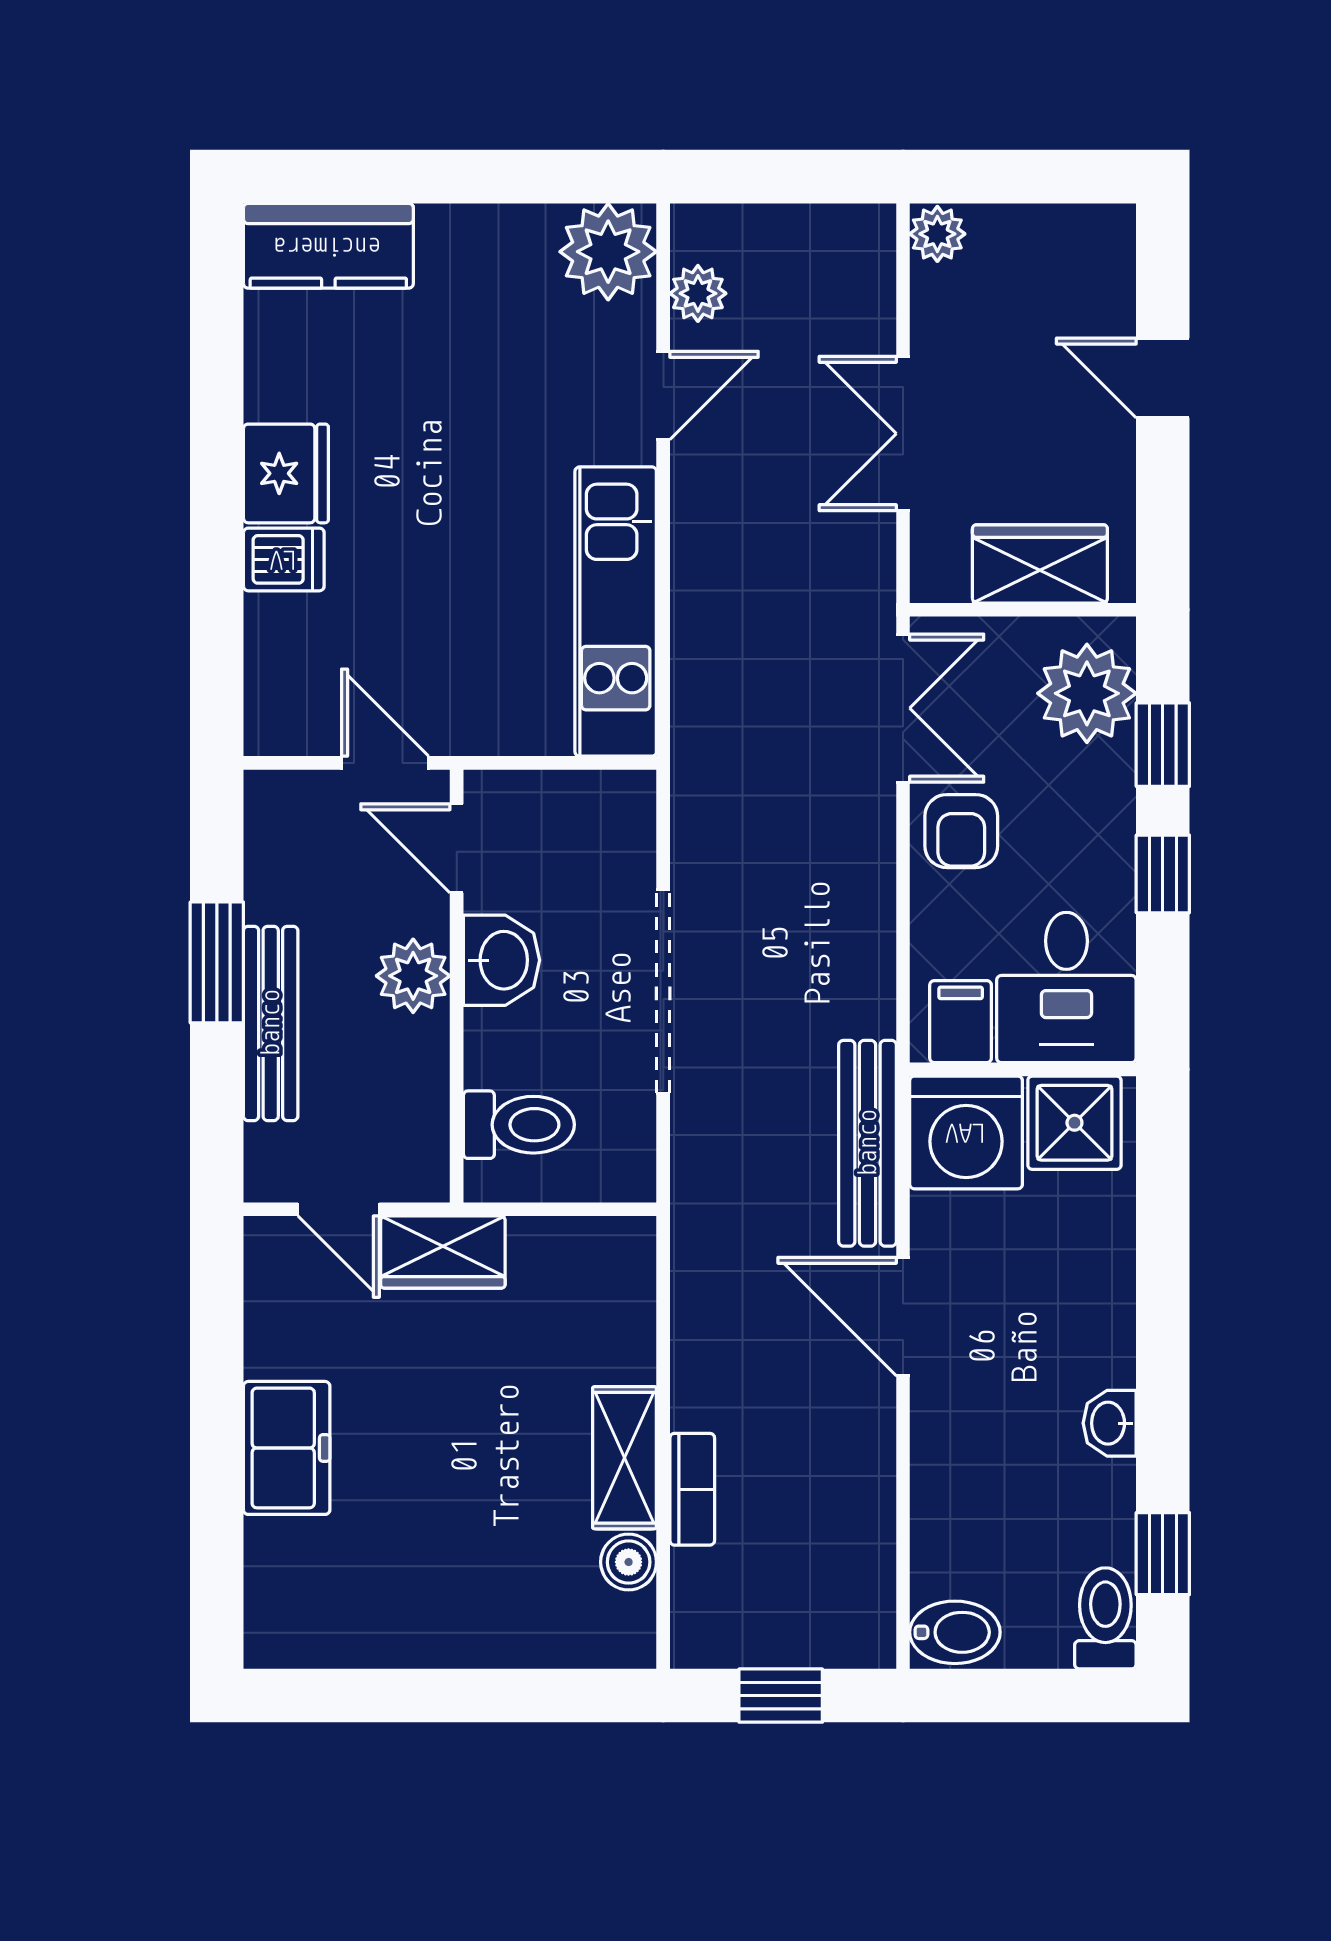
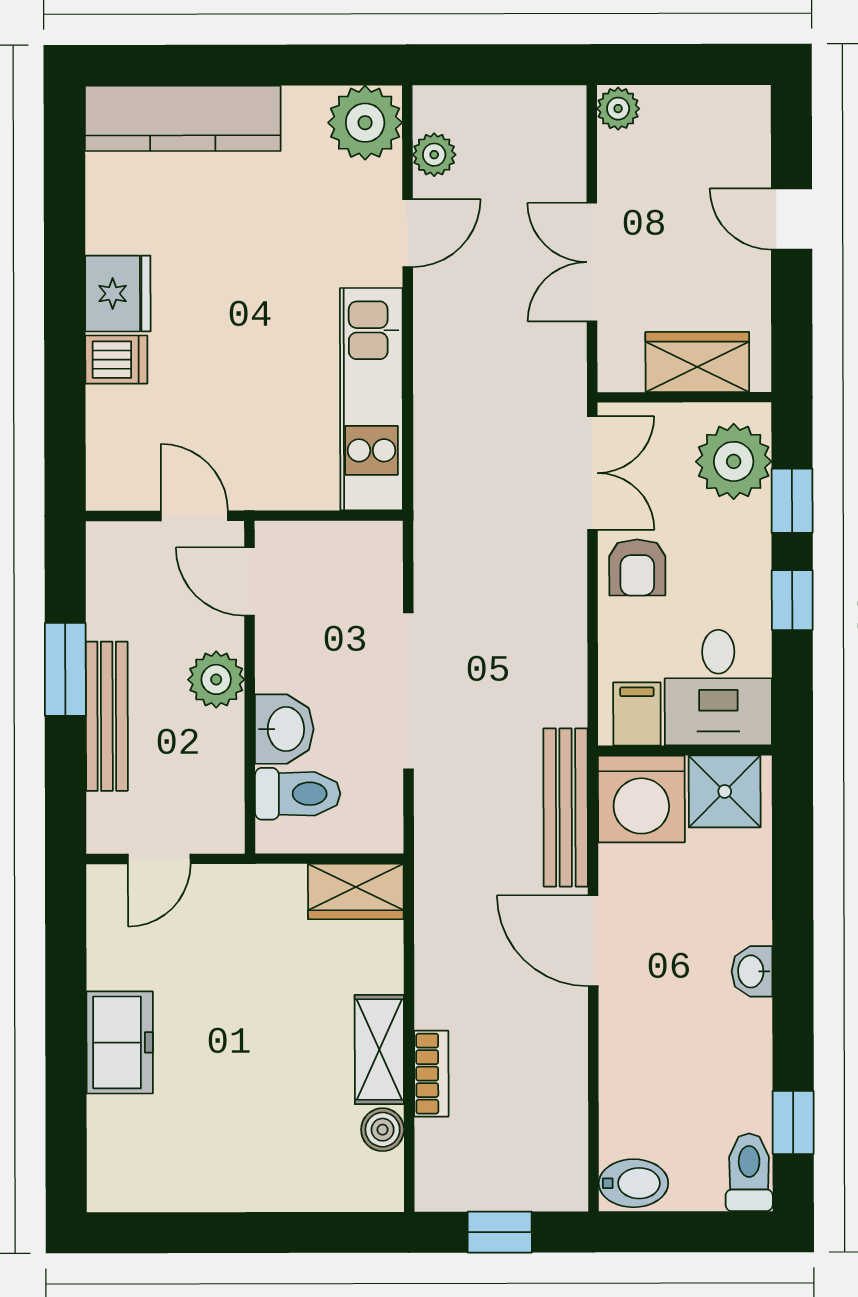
kitchen counter: (328, 246) -> (183, 118), width x1.50
washbasin: (501, 960) -> (284, 729), moved
door: (339, 1209) -> (159, 859), hinge flipped
wardrobe: (443, 1252) -> (356, 891), moved
washbasin: (1110, 1423) -> (752, 971), moved

